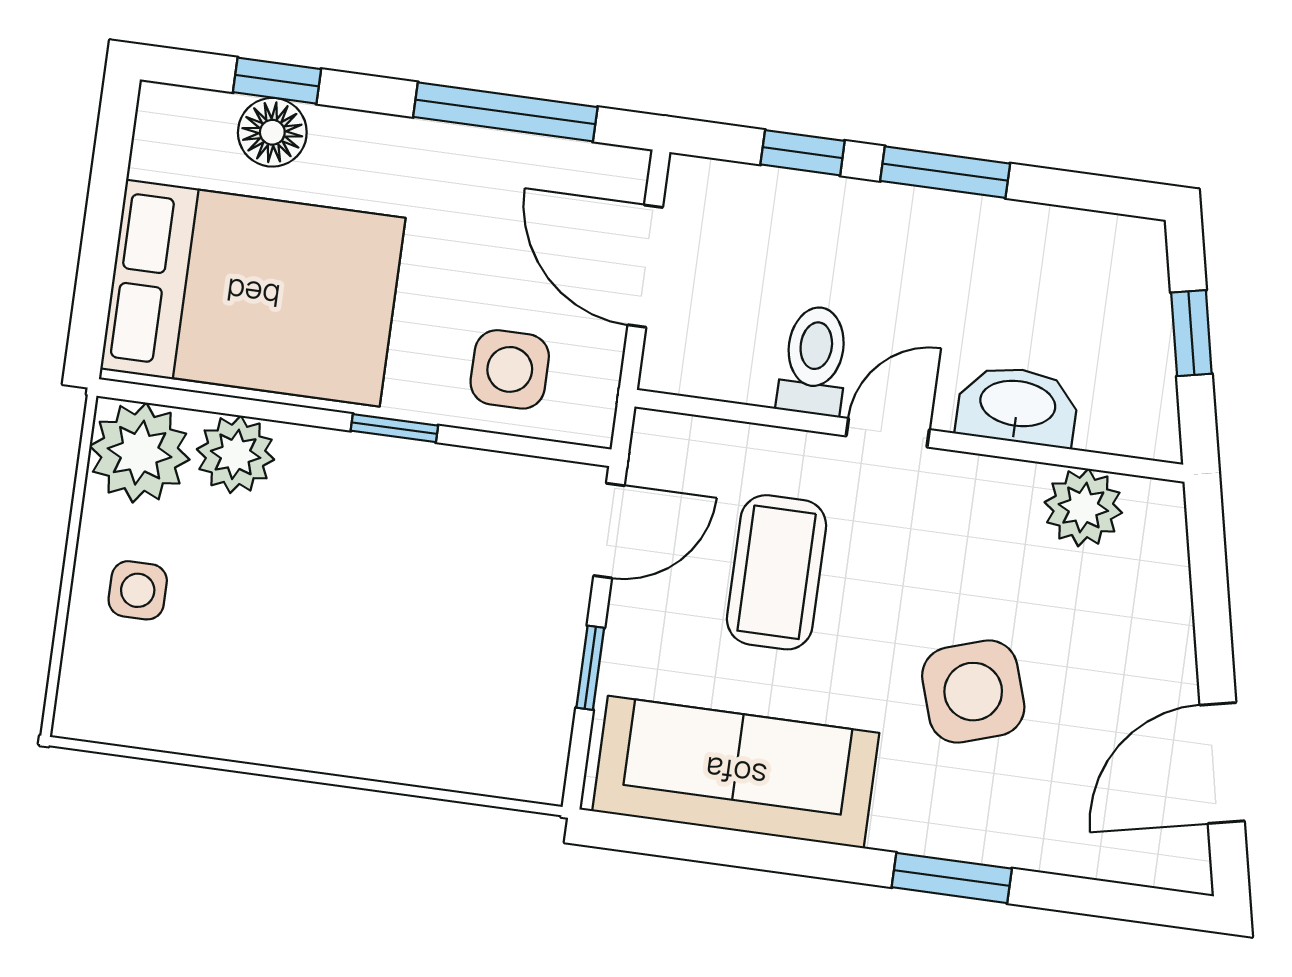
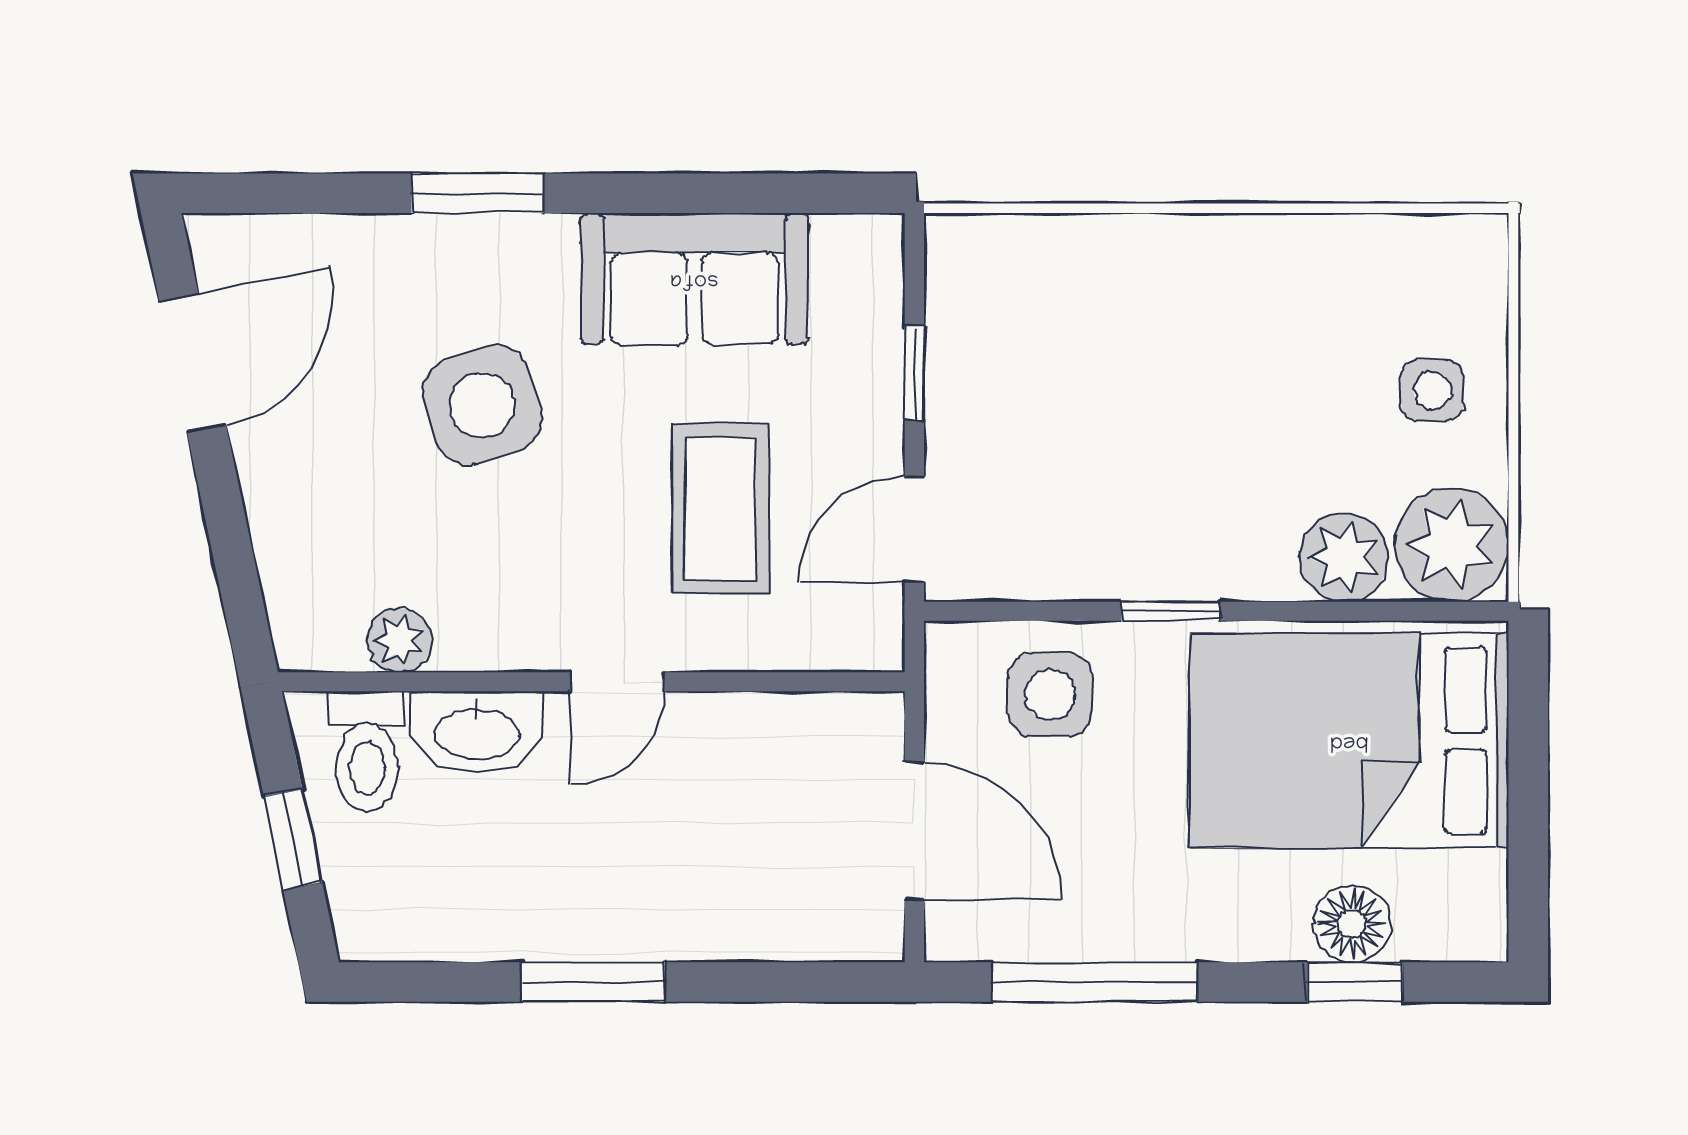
window: (803, 153) -> (756, 982), removed
toilet: (814, 360) -> (367, 751), moved
plant: (1083, 507) -> (399, 640), width x0.73, depth x0.73
sofa: (736, 772) -> (694, 279), width x0.73

